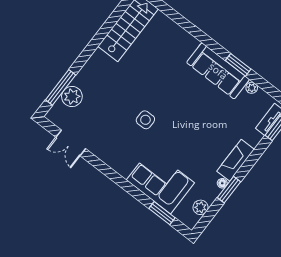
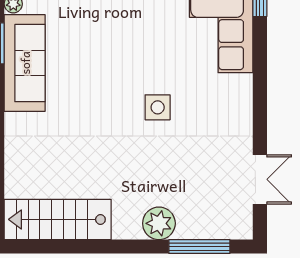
plant: (72, 97) -> (159, 223), moved

